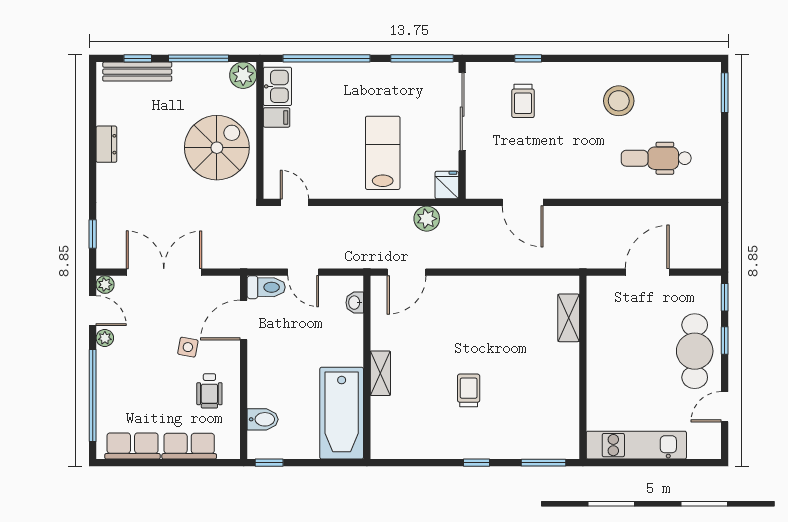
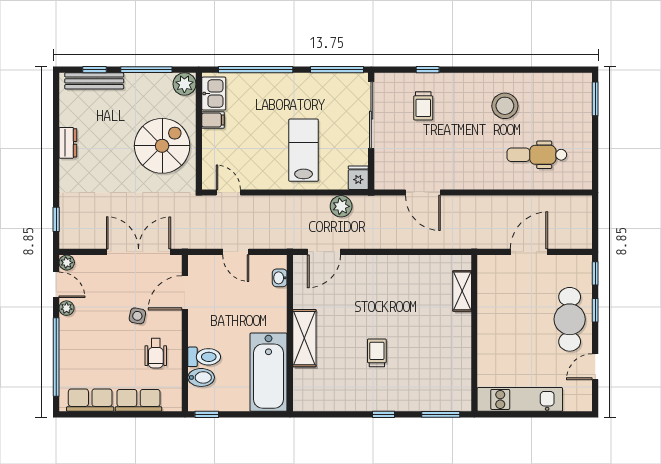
double door: (164, 272) -> (139, 252), moved
toilet: (266, 287) -> (204, 357), moved
shelving: (380, 373) -> (304, 338), width x1.50, depth x1.33

